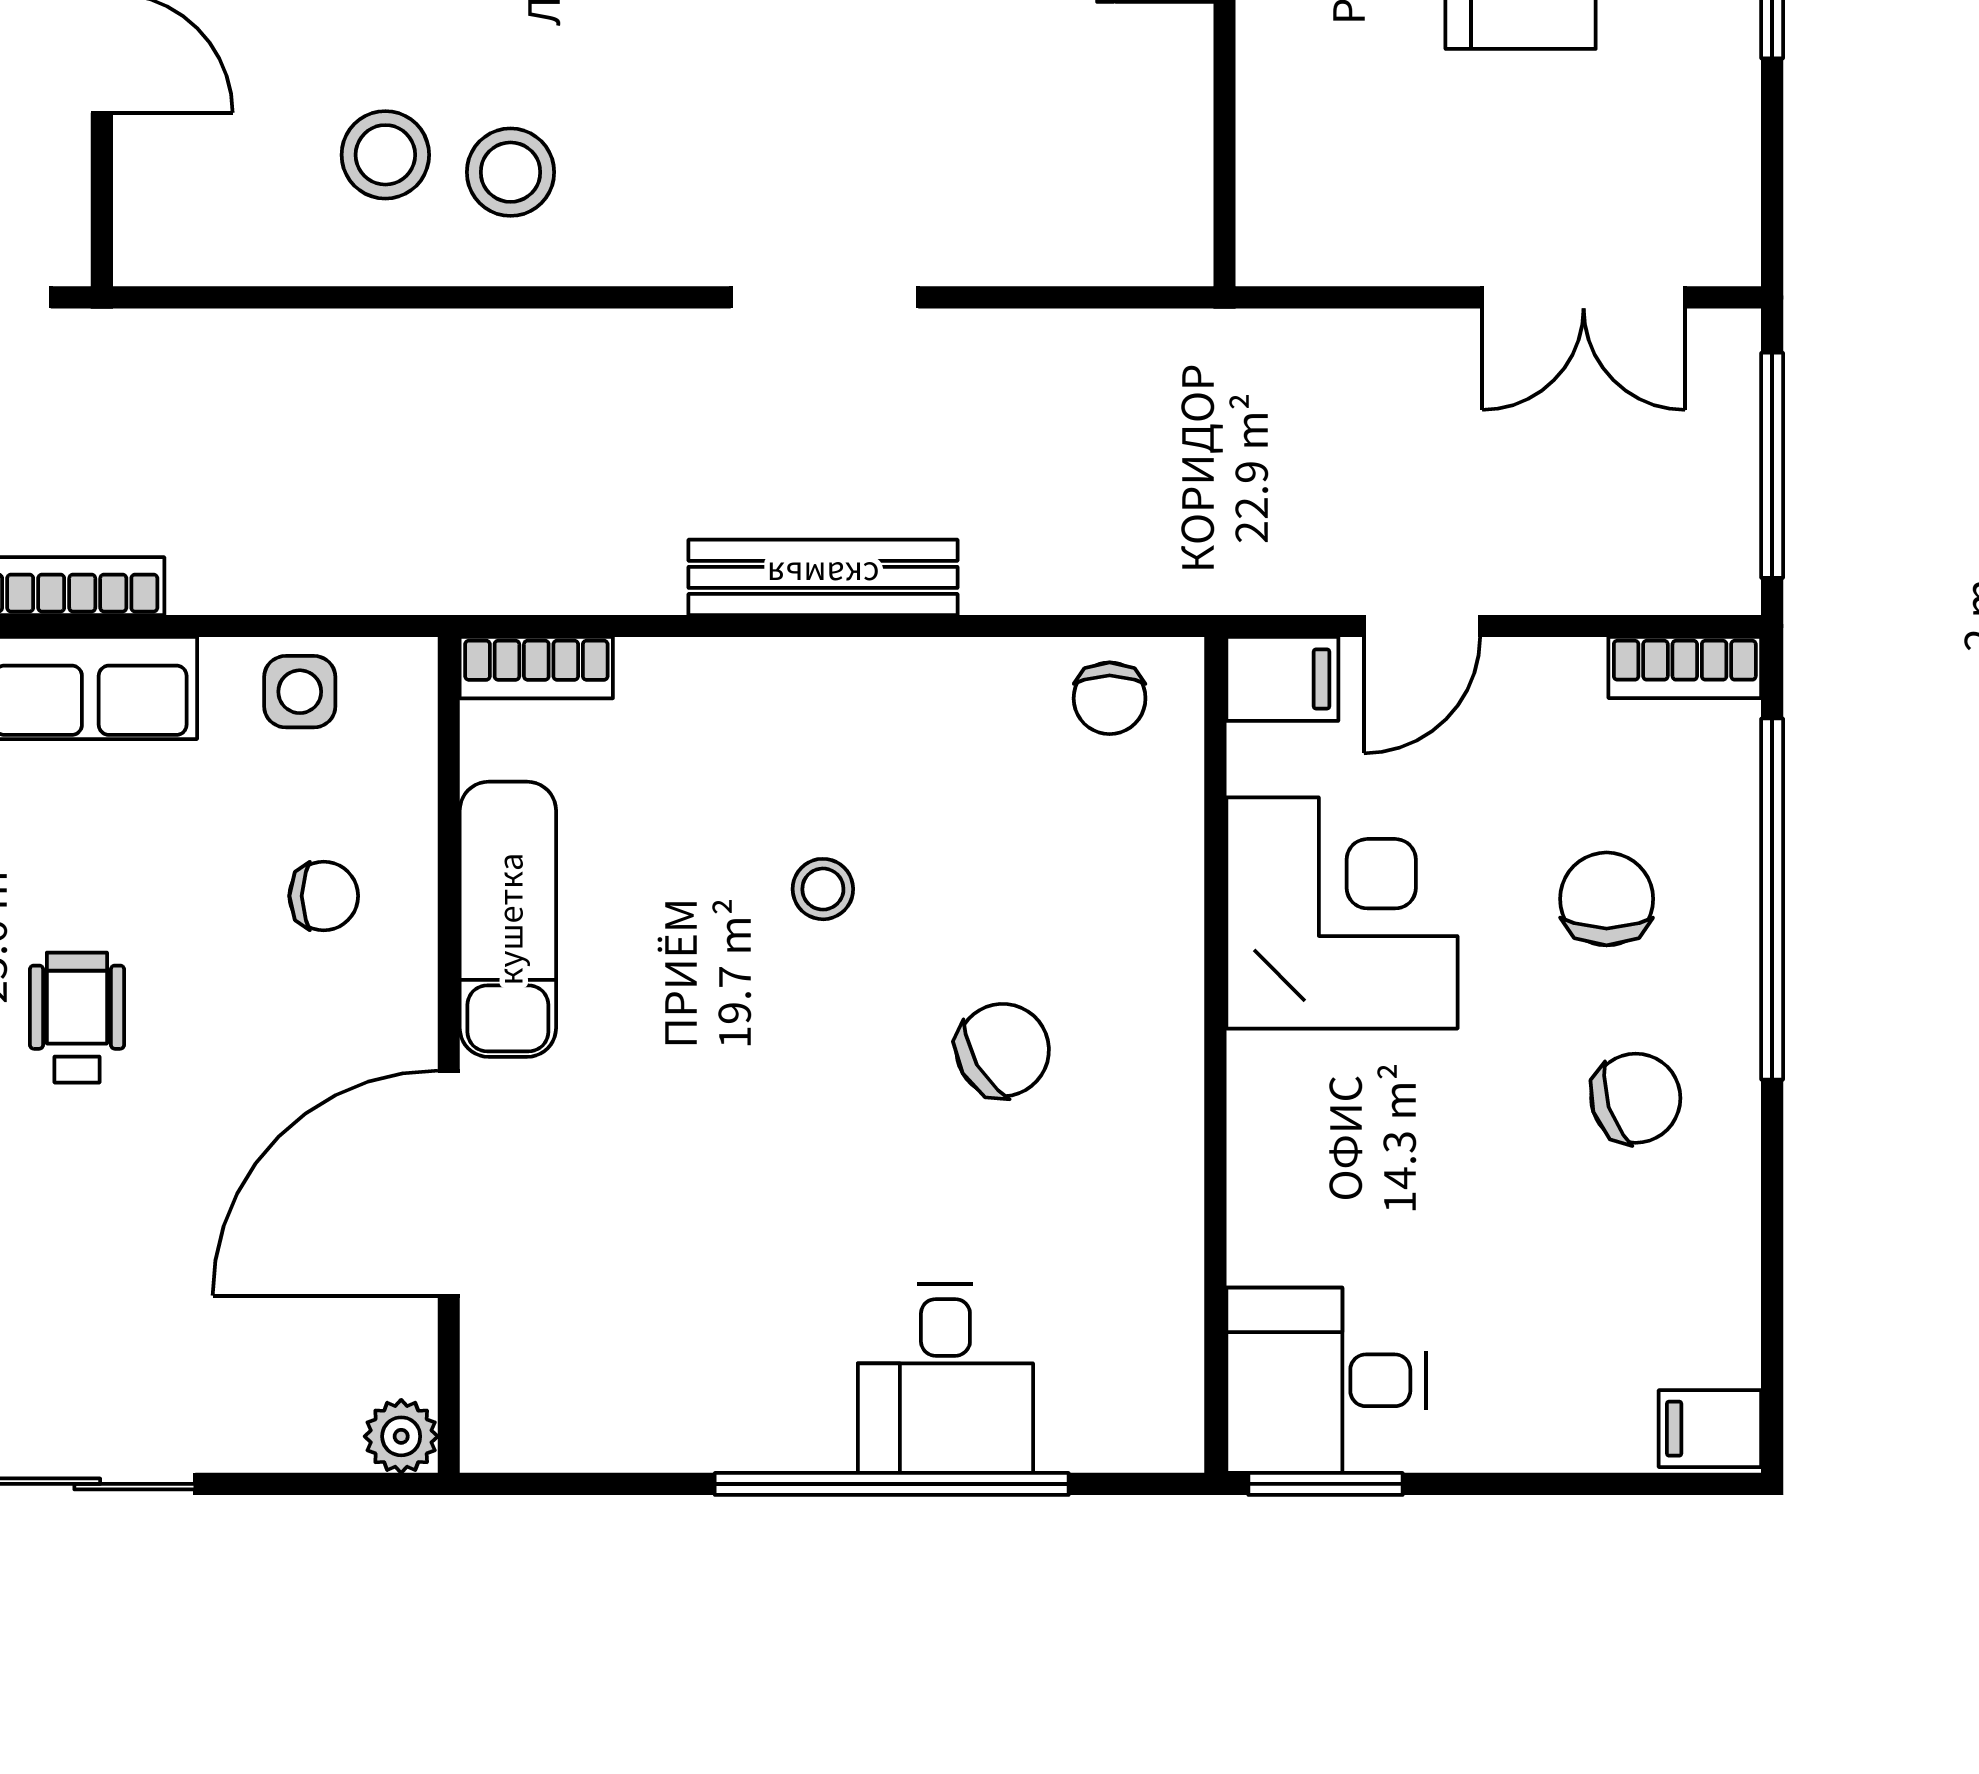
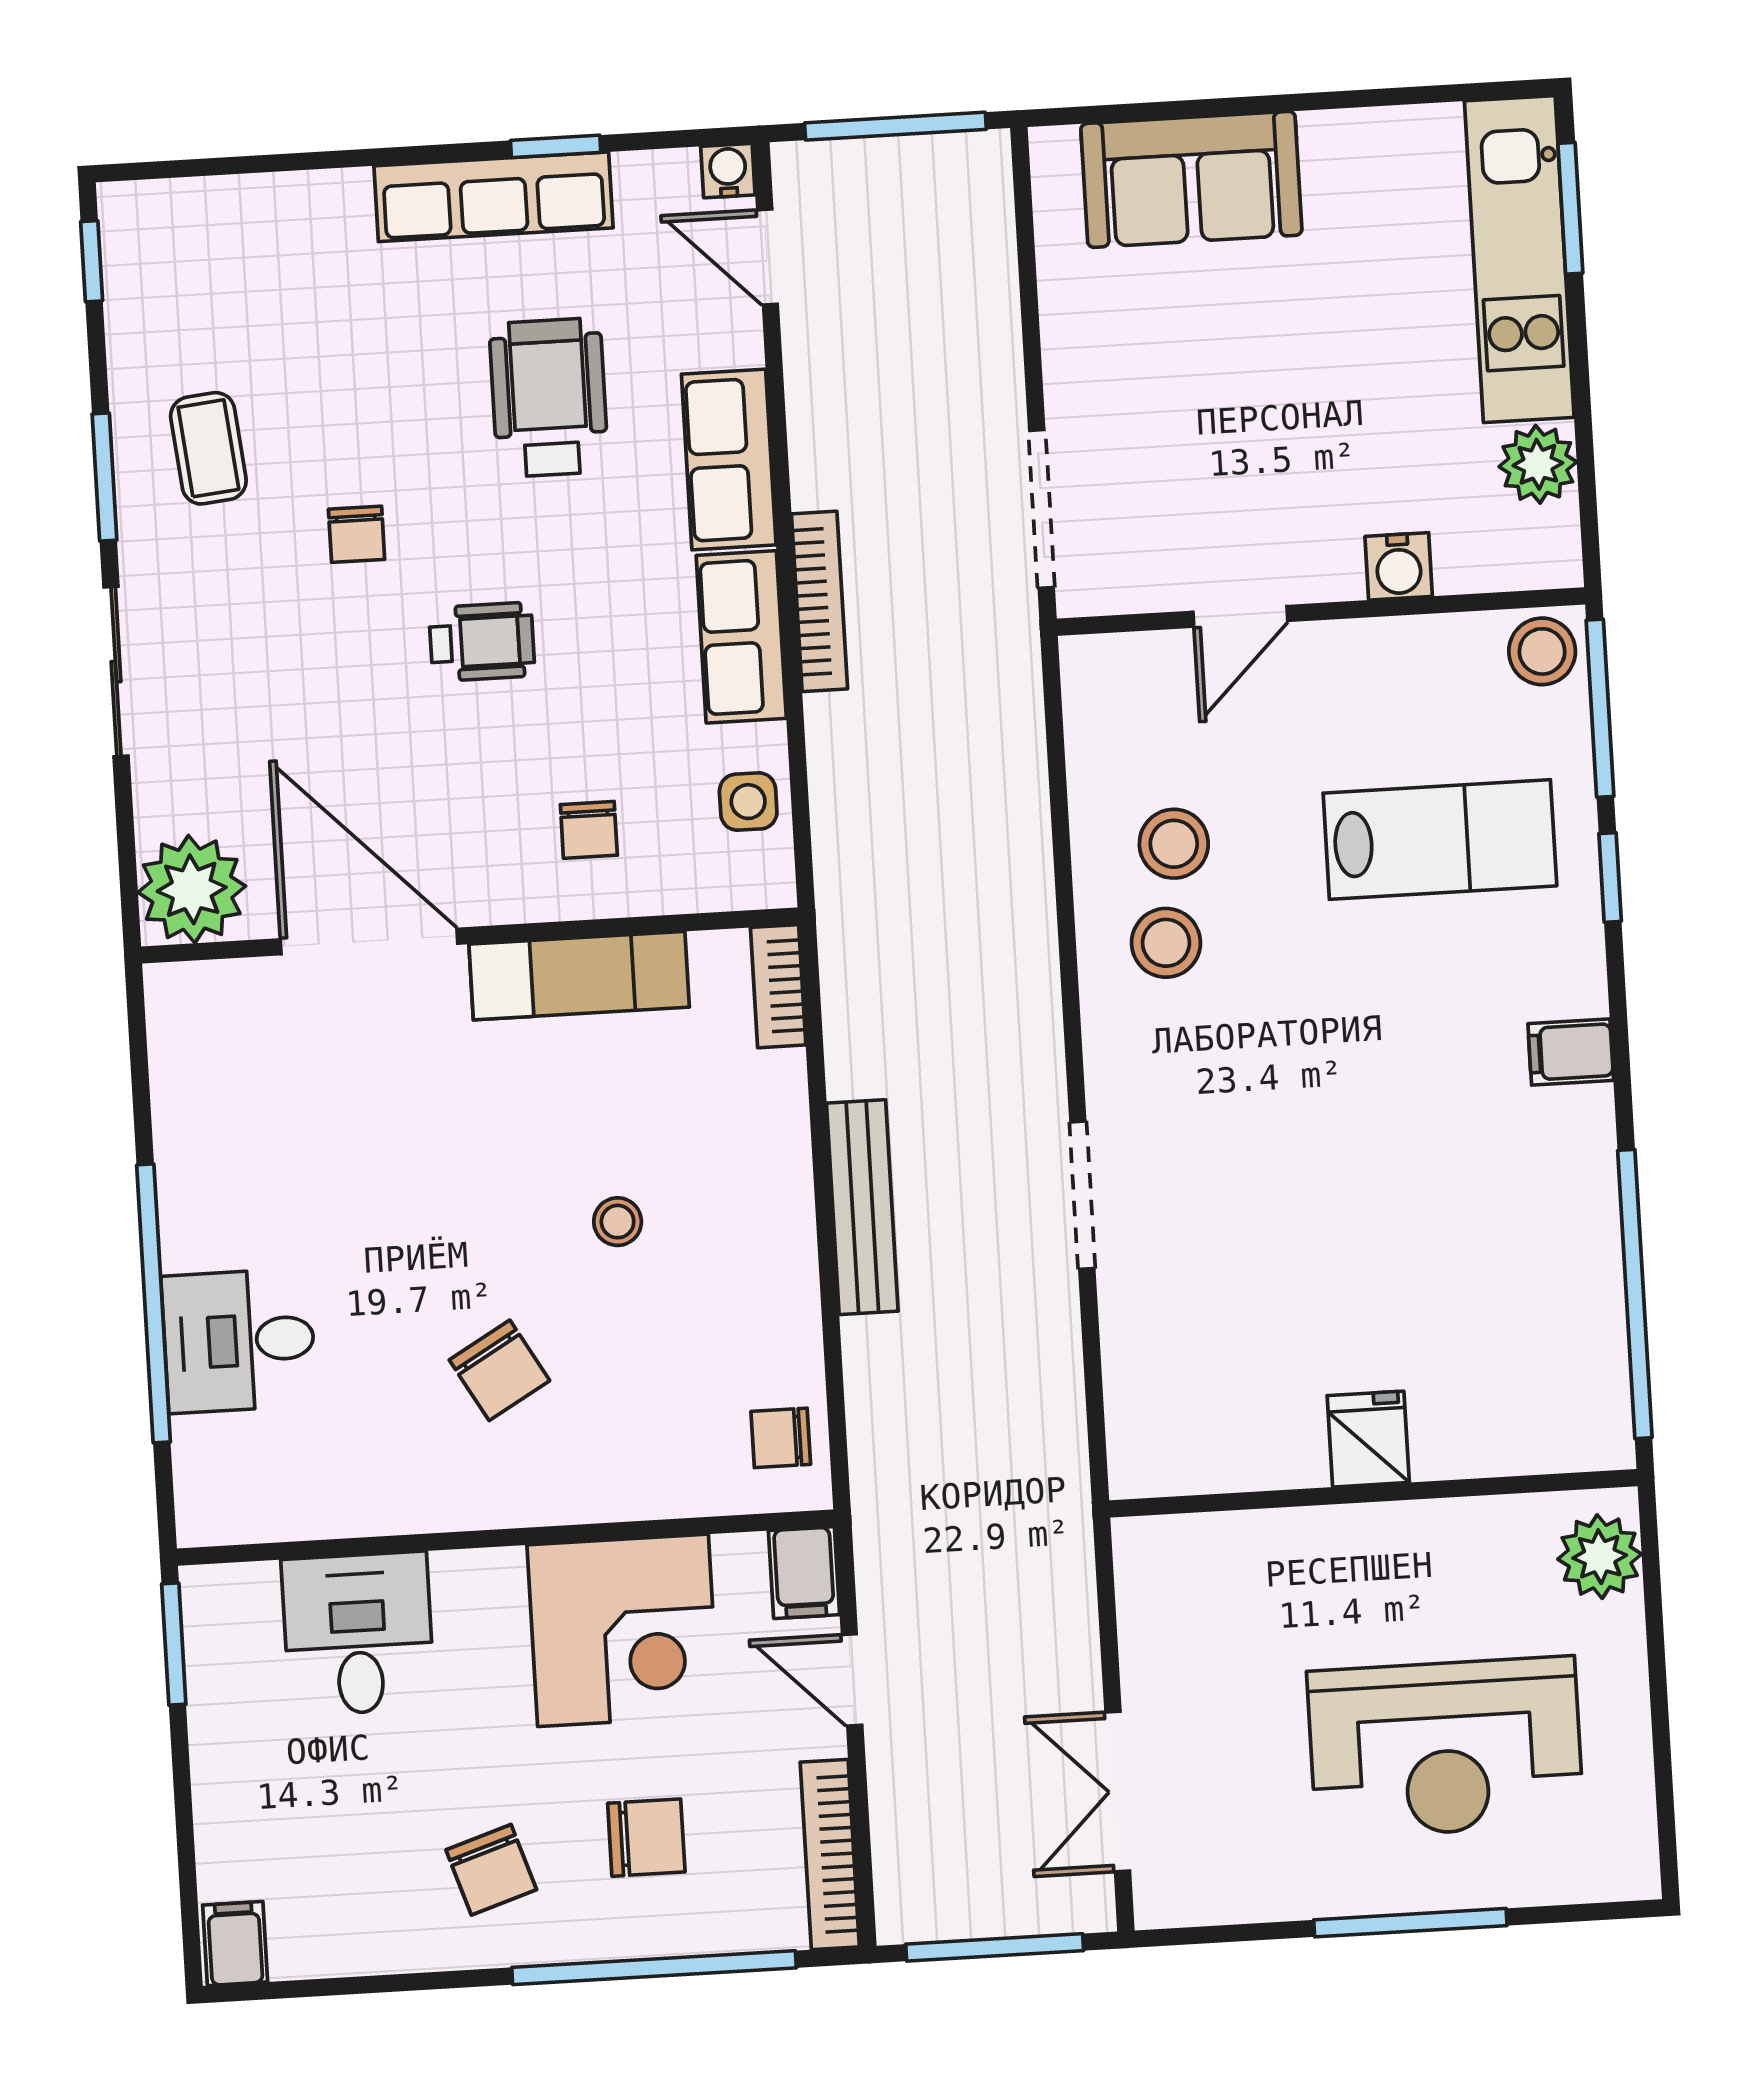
bookcase: (1685, 668) -> (830, 1854), width x1.56
desk: (1326, 1380) -> (358, 1634), moved
plant: (401, 1436) -> (192, 889), width x1.87, depth x1.87

